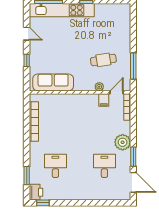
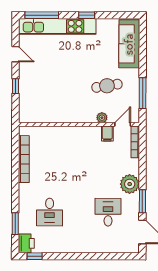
sofa: (53, 82) -> (129, 44), moved, turned -90
desk: (55, 166) -> (50, 212), turned 180

